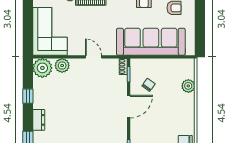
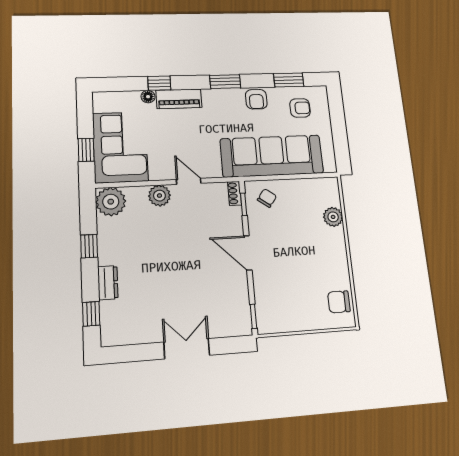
window: (28, 32) -> (86, 150), added
plant: (62, 65) -> (159, 196), moved
chair: (148, 85) -> (267, 198), moved
door: (129, 107) -> (248, 253), swing flipped

